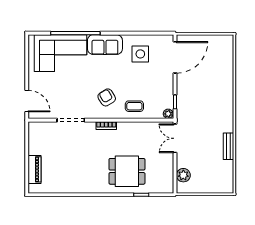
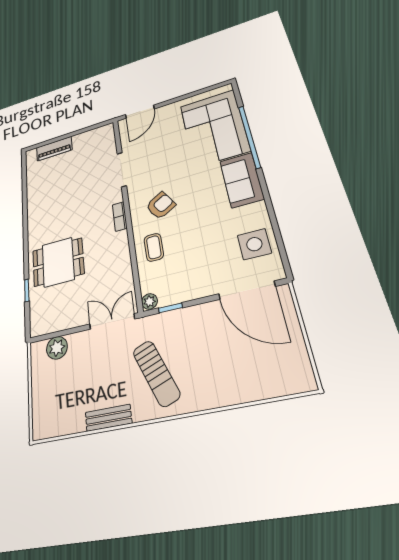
side table: (140, 54) -> (254, 244), moved
sun lounger: (210, 116) -> (156, 373), added
dining table: (127, 171) -> (58, 262), turned 90

